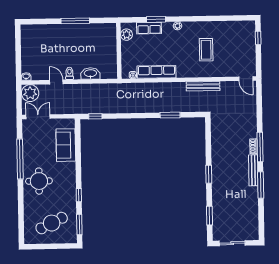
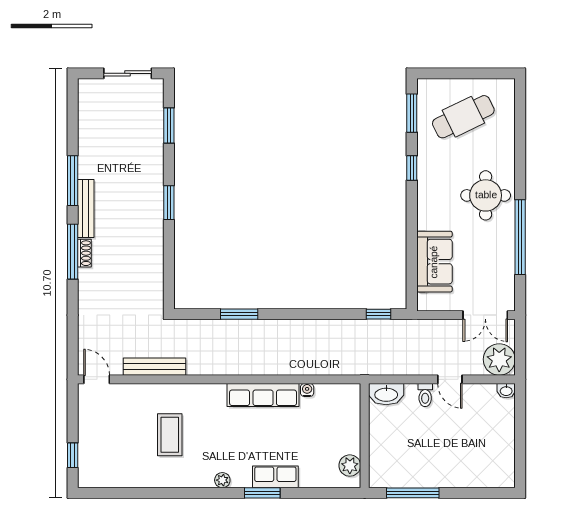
plant: (126, 35) -> (350, 466), moved
wall: (119, 51) -> (365, 436), moved
bench: (203, 86) -> (154, 367), moved

